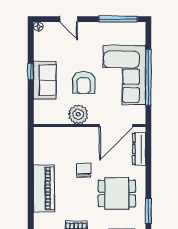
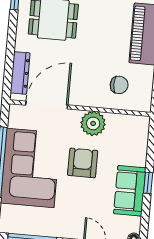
sofa: (45, 80) -> (130, 191), moved
chair: (84, 170) -> (119, 85), moved, turned -90

